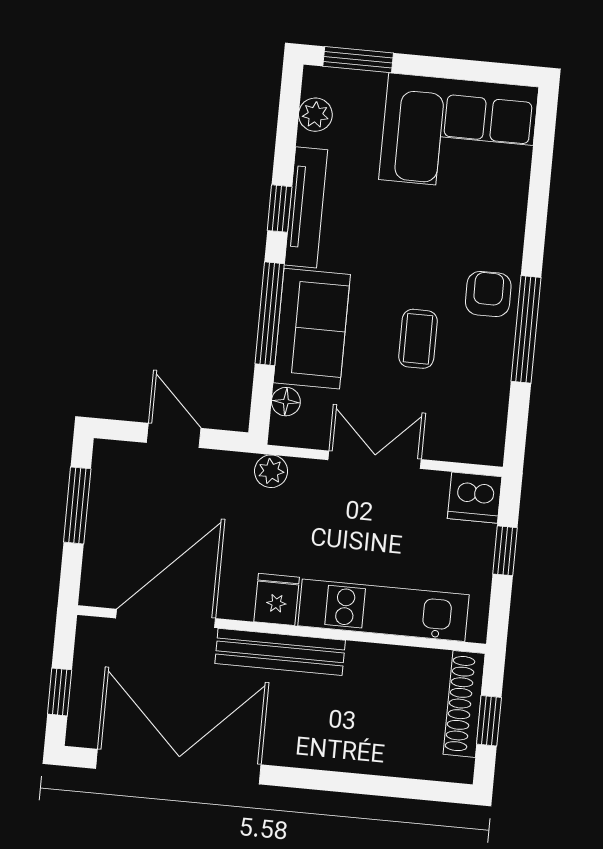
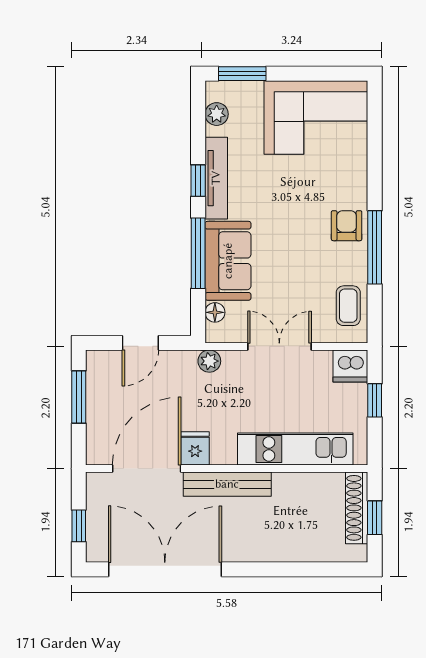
coffee table: (418, 339) -> (348, 306), moved
door: (174, 435) -> (140, 343), swing flipped
fridge: (277, 599) -> (195, 448), moved

